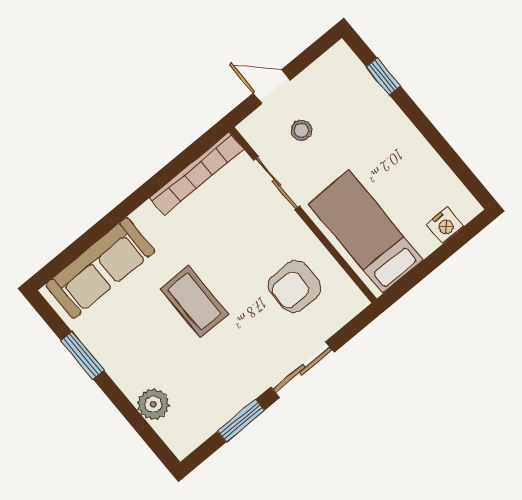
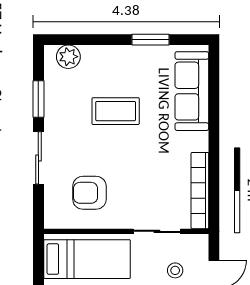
armchair: (295, 287) -> (89, 193), turned -90
coffee table: (194, 302) -> (116, 111), moved
plant: (153, 404) -> (68, 57), moved

